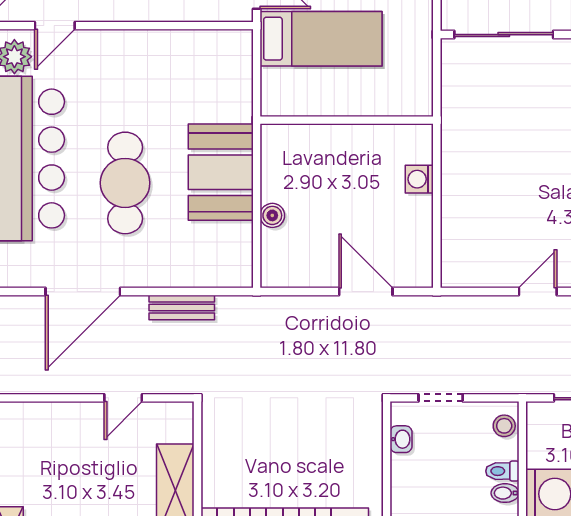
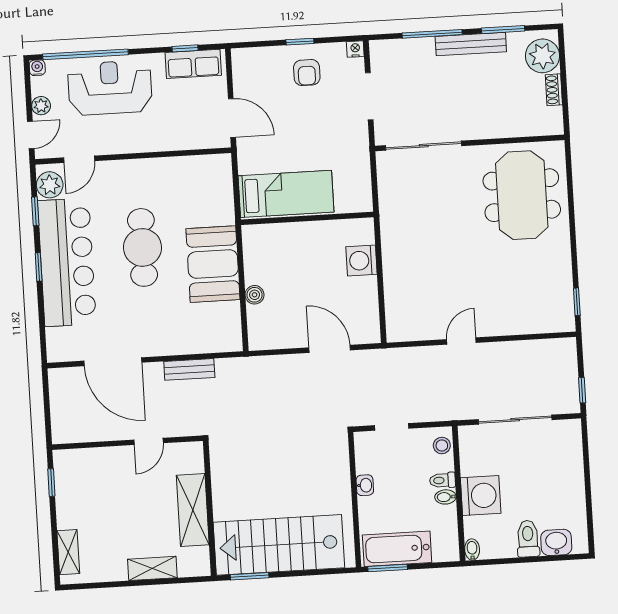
bed: (321, 39) -> (286, 194), moved
washing machine: (419, 179) -> (362, 261), width x1.38, depth x1.38
cafe table: (125, 183) -> (143, 247), moved
door: (83, 292) -> (113, 362), hinge flipped
washbasin: (401, 439) -> (365, 485), moved

